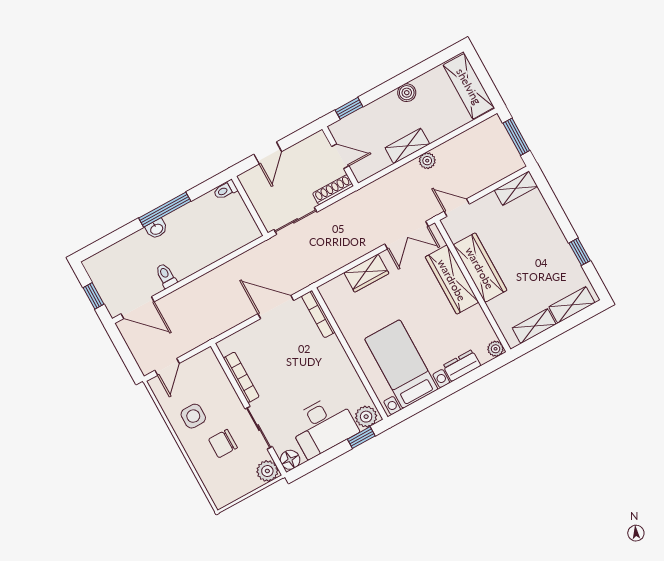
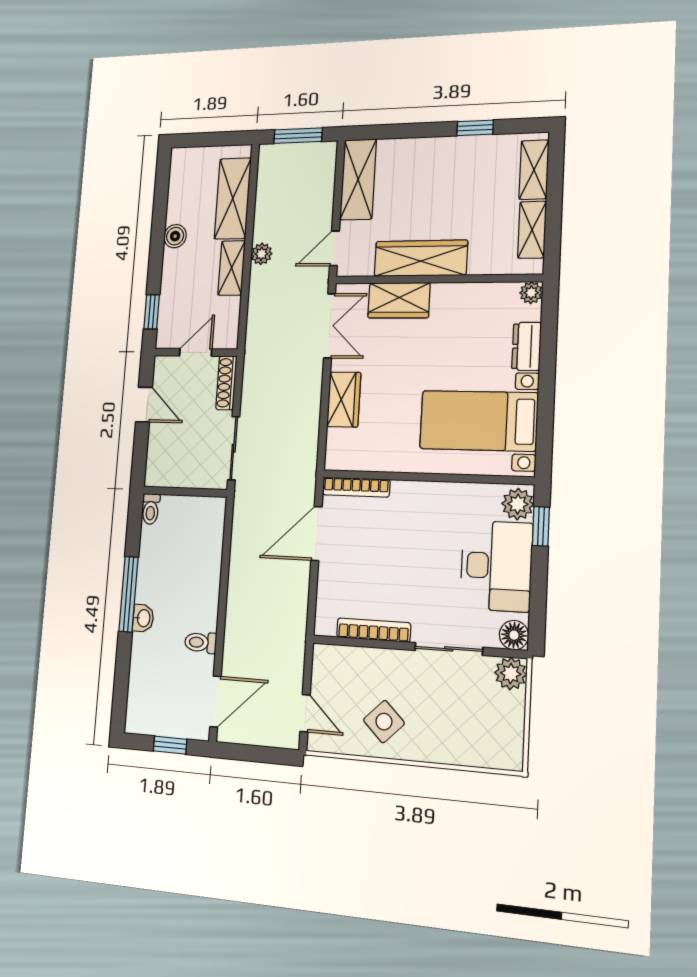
shelving: (469, 86) -> (233, 198), moved, turned 90
door: (268, 153) -> (144, 404), moved
shelving: (516, 188) -> (358, 179), width x1.50, depth x1.33
wardrobe: (452, 280) -> (399, 300), width x0.67
side table: (193, 416) -> (384, 722), turned 45
chair: (223, 444) -> (441, 707), removed

